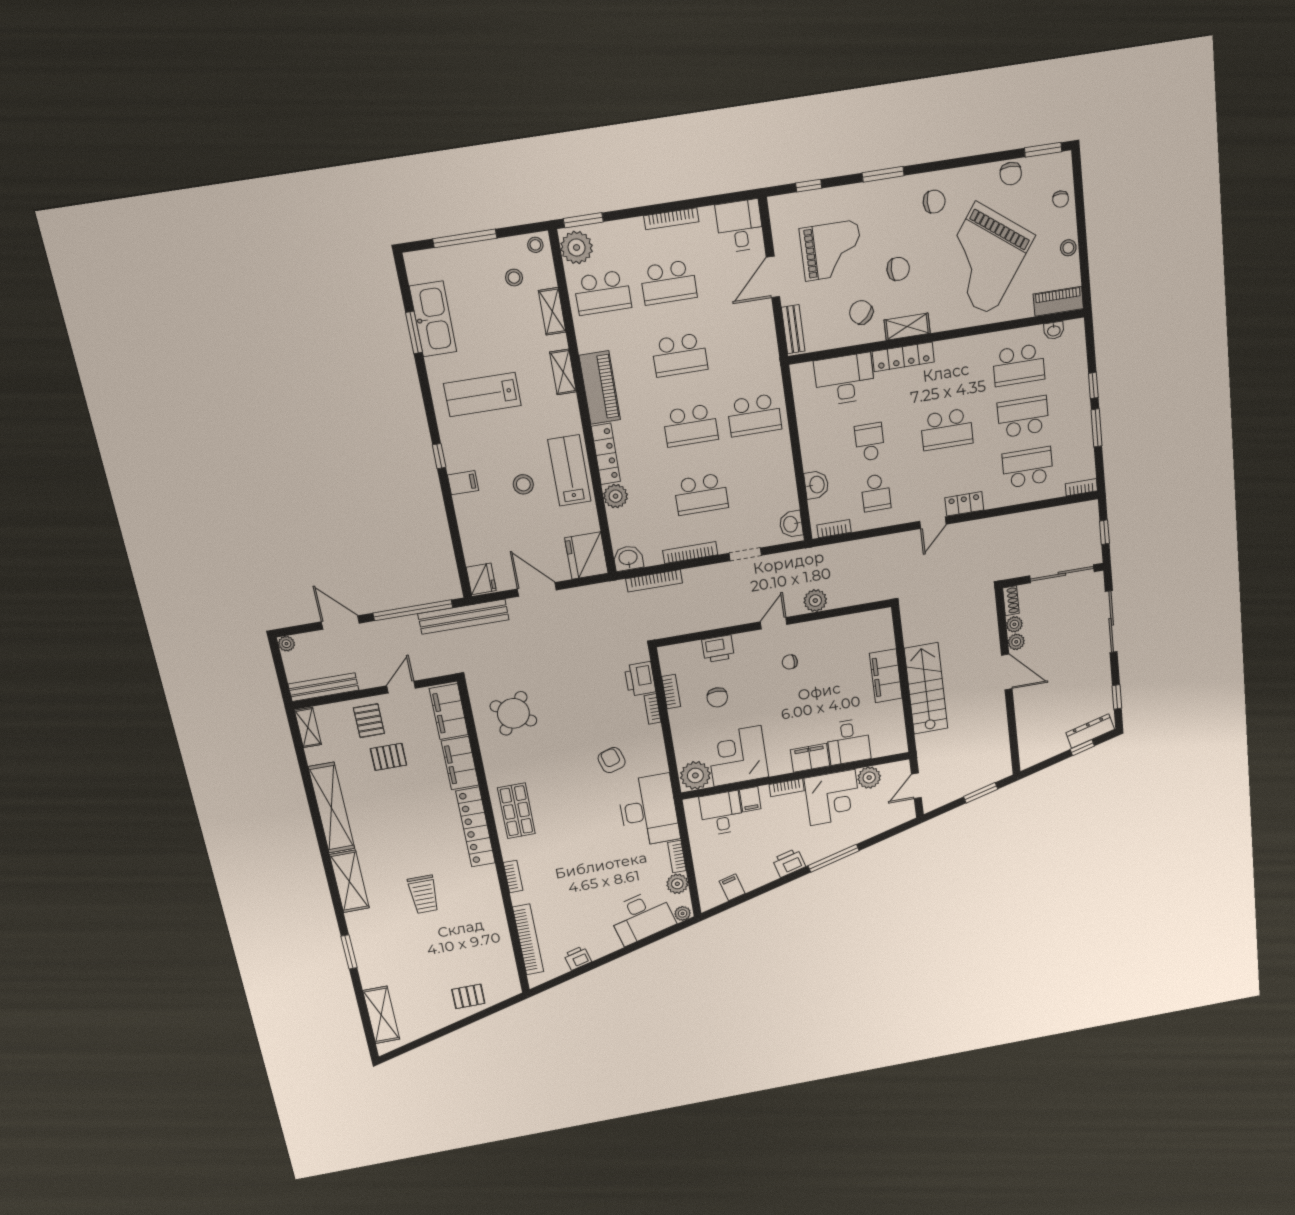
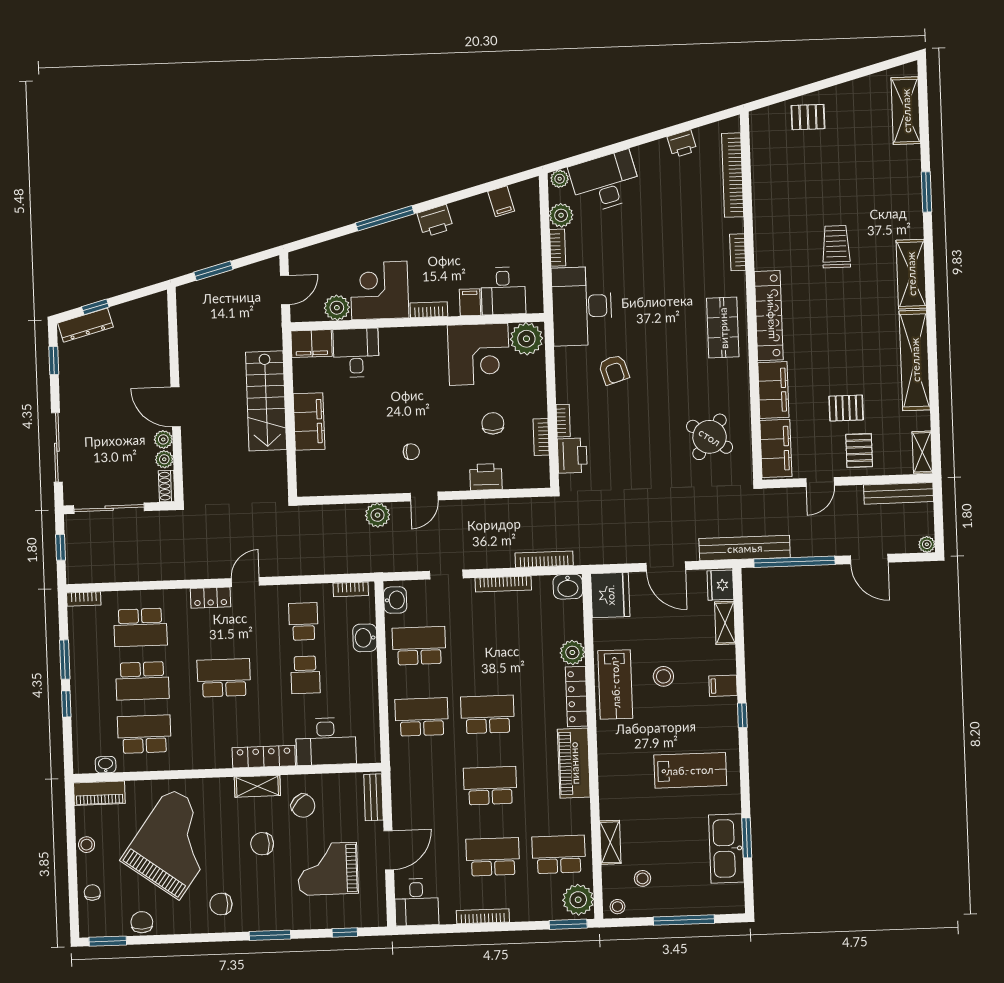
shelving: (563, 372) -> (725, 623), moved
school desk: (701, 494) -> (419, 646), moved
filing cabinet: (810, 758) -> (312, 344), moved

